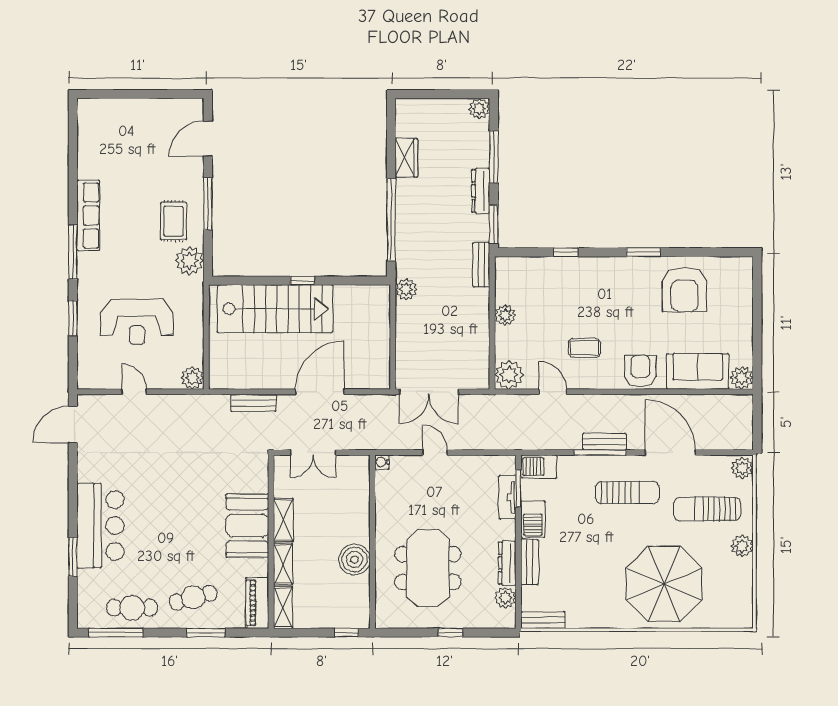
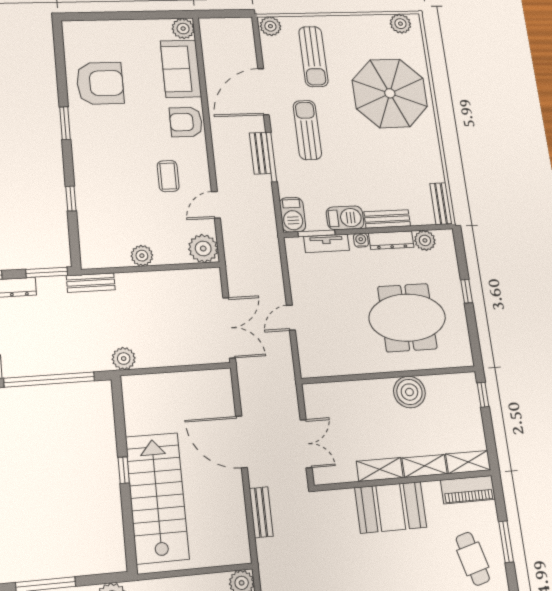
water cooler: (382, 462) -> (361, 240), moved, turned 180
plant: (742, 546) -> (400, 24), moved

